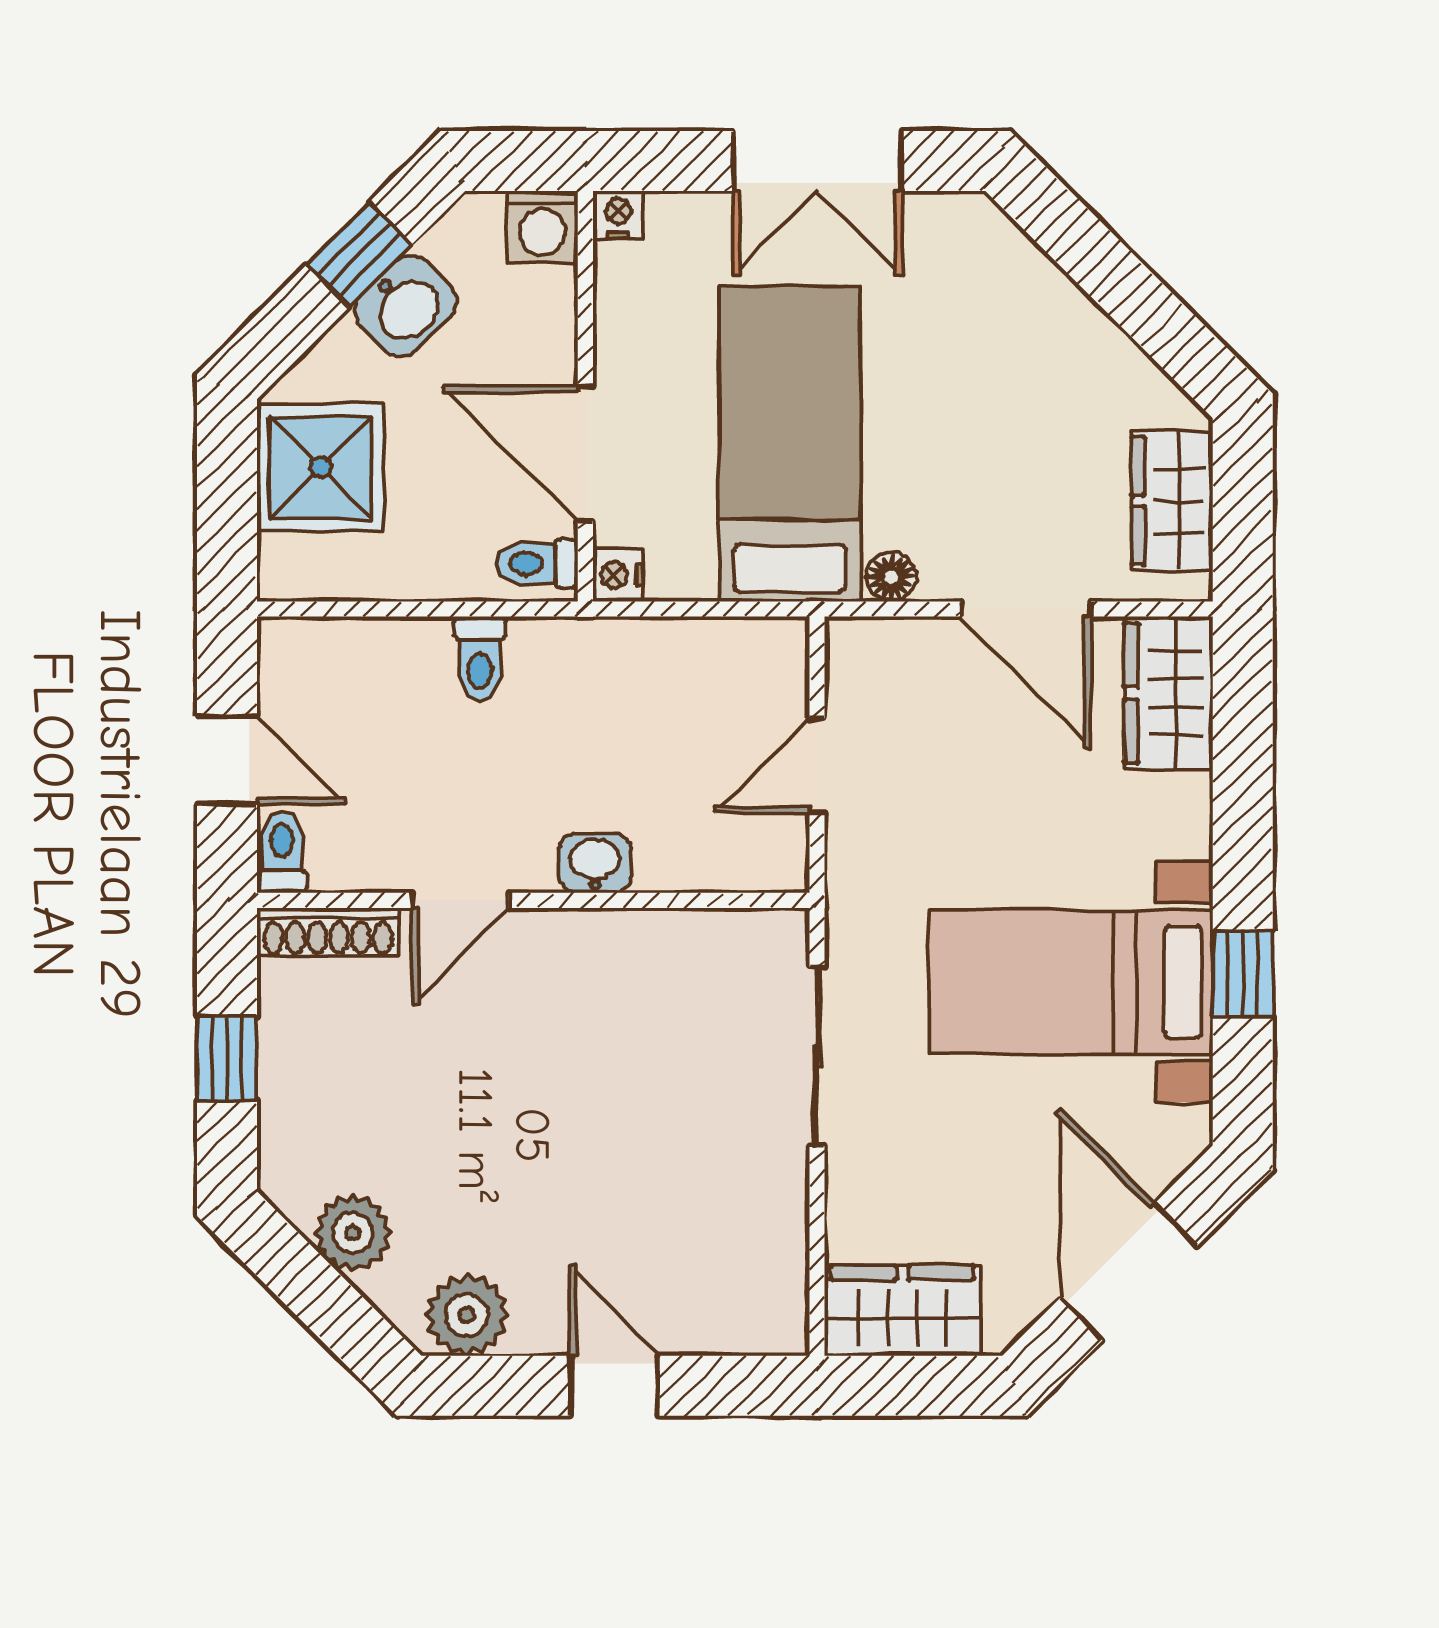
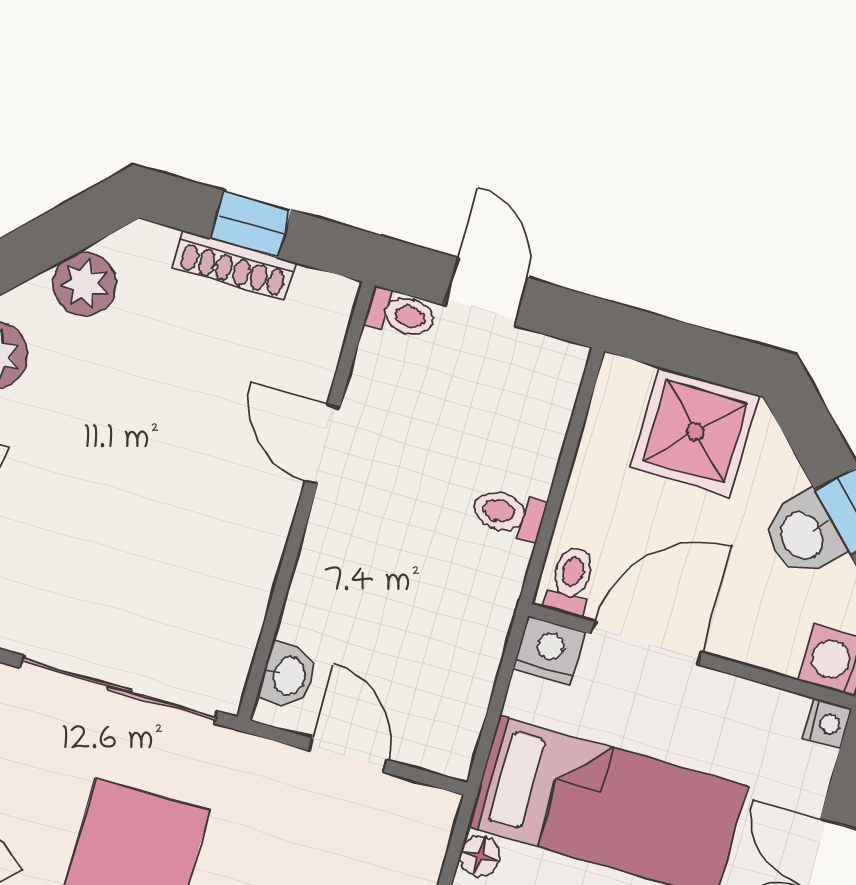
nightstand: (618, 575) -> (549, 651), width x1.39, depth x1.35
door: (227, 760) -> (486, 291), swing flipped
washbasin: (595, 863) -> (288, 676), moved
shoe rack: (328, 932) -> (234, 265), moved, turned -90
sliding door: (817, 1056) -> (119, 690), width x1.37

